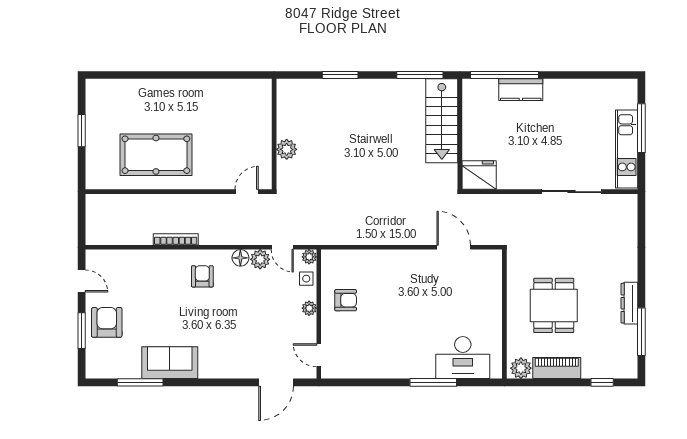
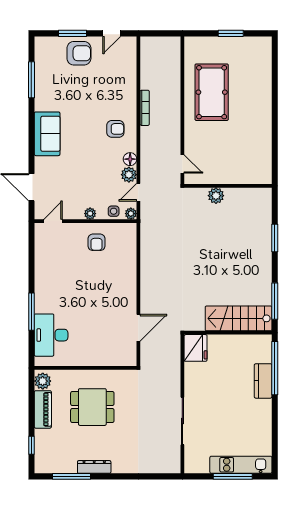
kitchen unit: (627, 149) -> (241, 465), moved
sofa: (170, 363) -> (47, 134), moved

